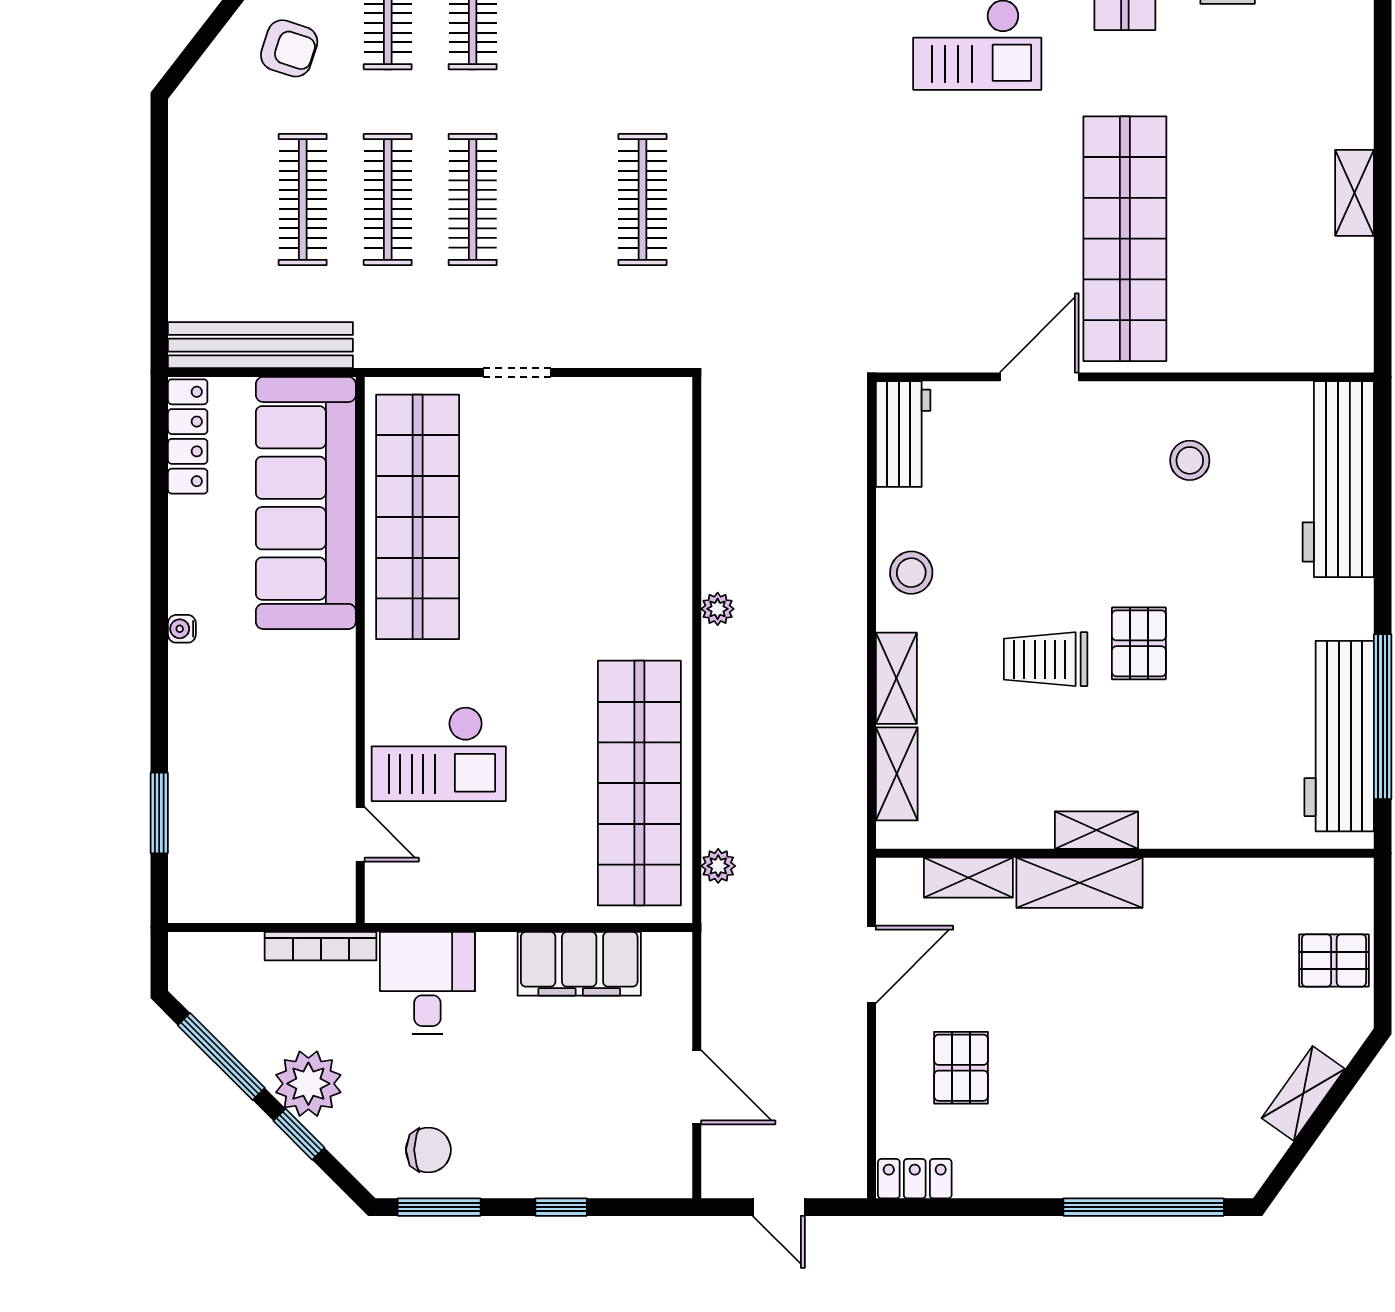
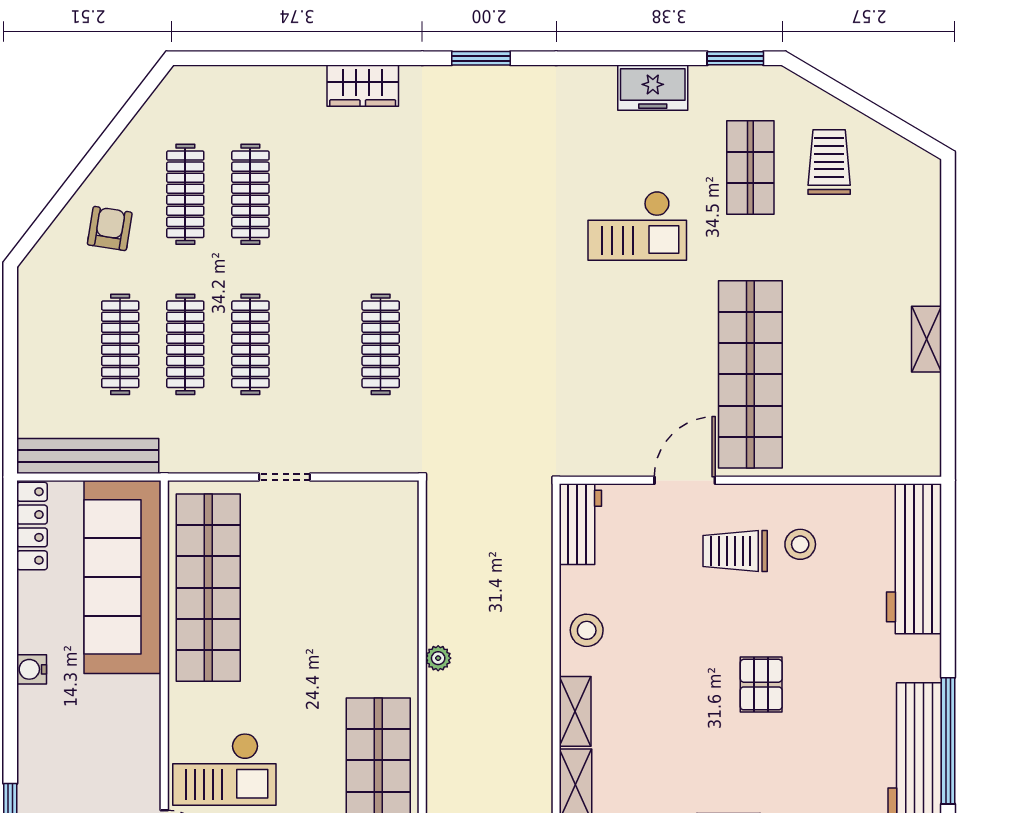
armchair: (289, 48) -> (110, 229), turned -99
water cooler: (182, 629) -> (32, 669), width x1.38, depth x1.38
trolley: (1046, 659) -> (735, 551), moved

